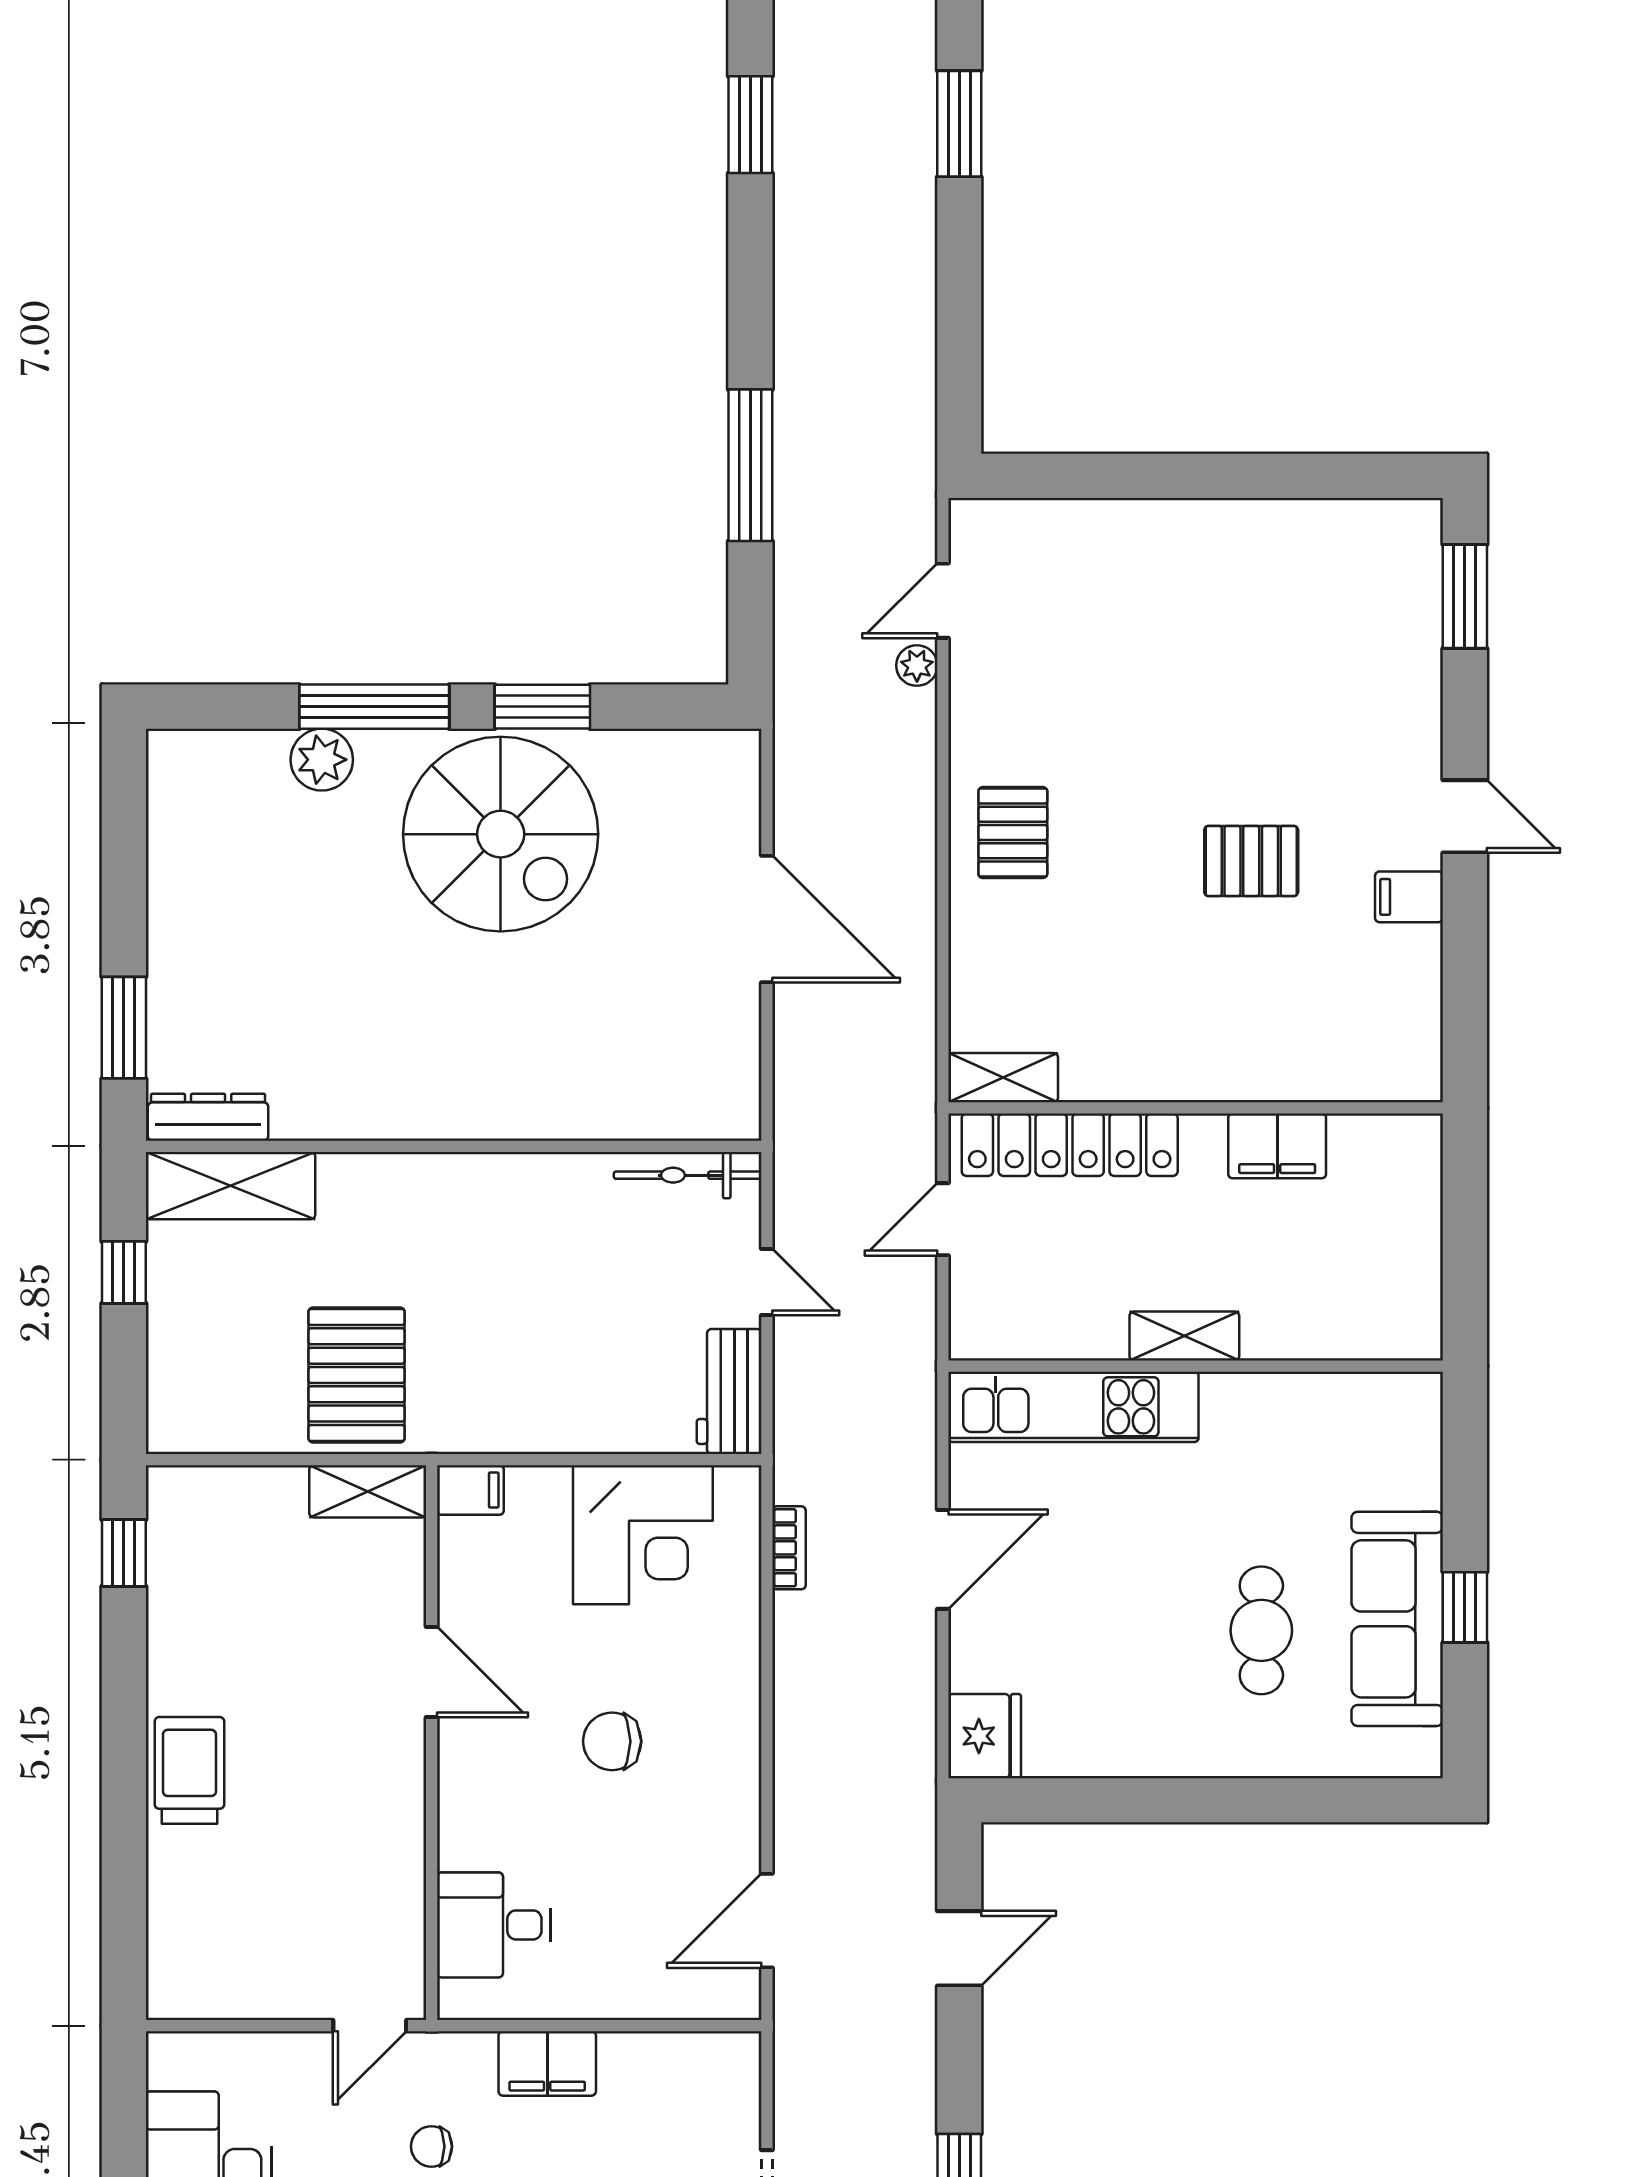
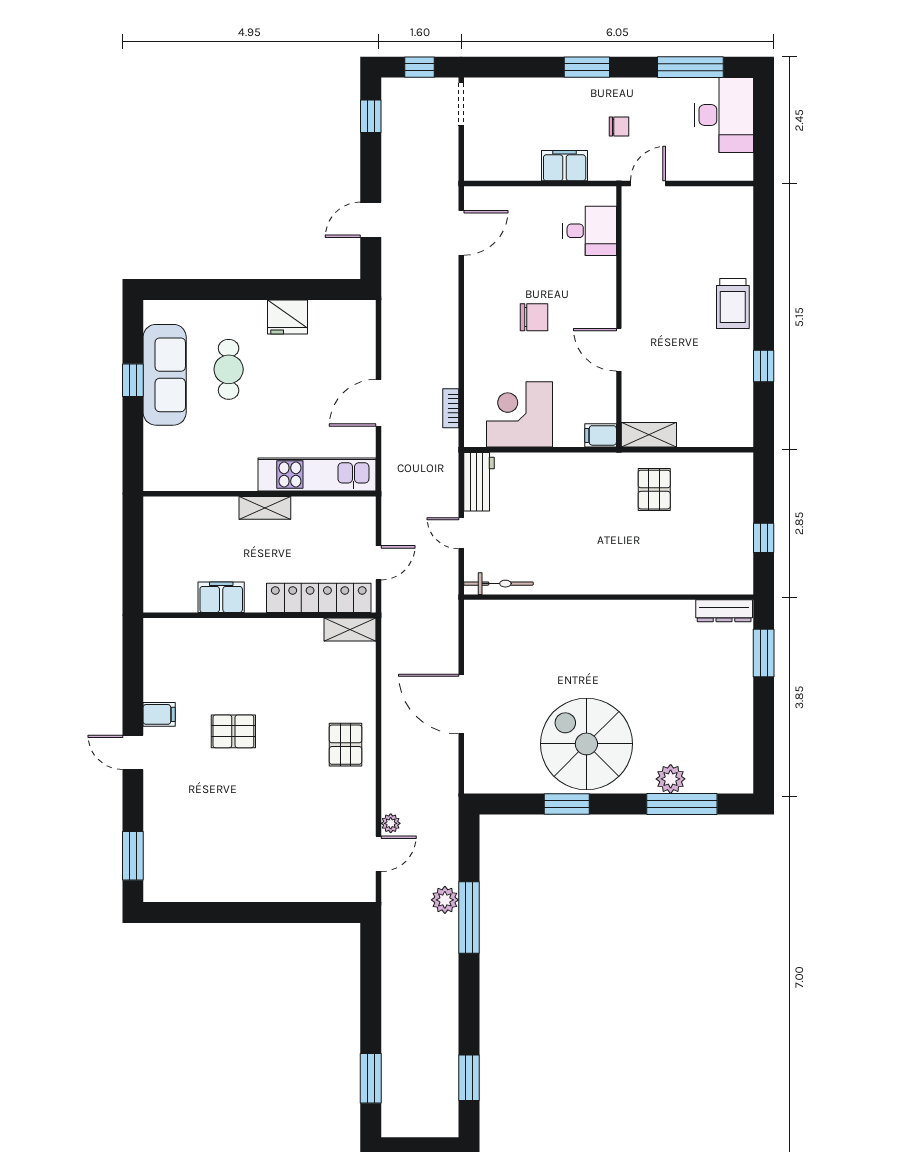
plant: (802, 503) -> (445, 900), added
window: (374, 707) -> (682, 804), moved
shelving: (230, 1186) -> (714, 579), removed
pallet: (357, 1375) -> (654, 490), width x0.67, depth x0.71
window: (124, 1553) -> (764, 366), moved
fridge: (985, 1736) -> (287, 317), moved, turned -90

